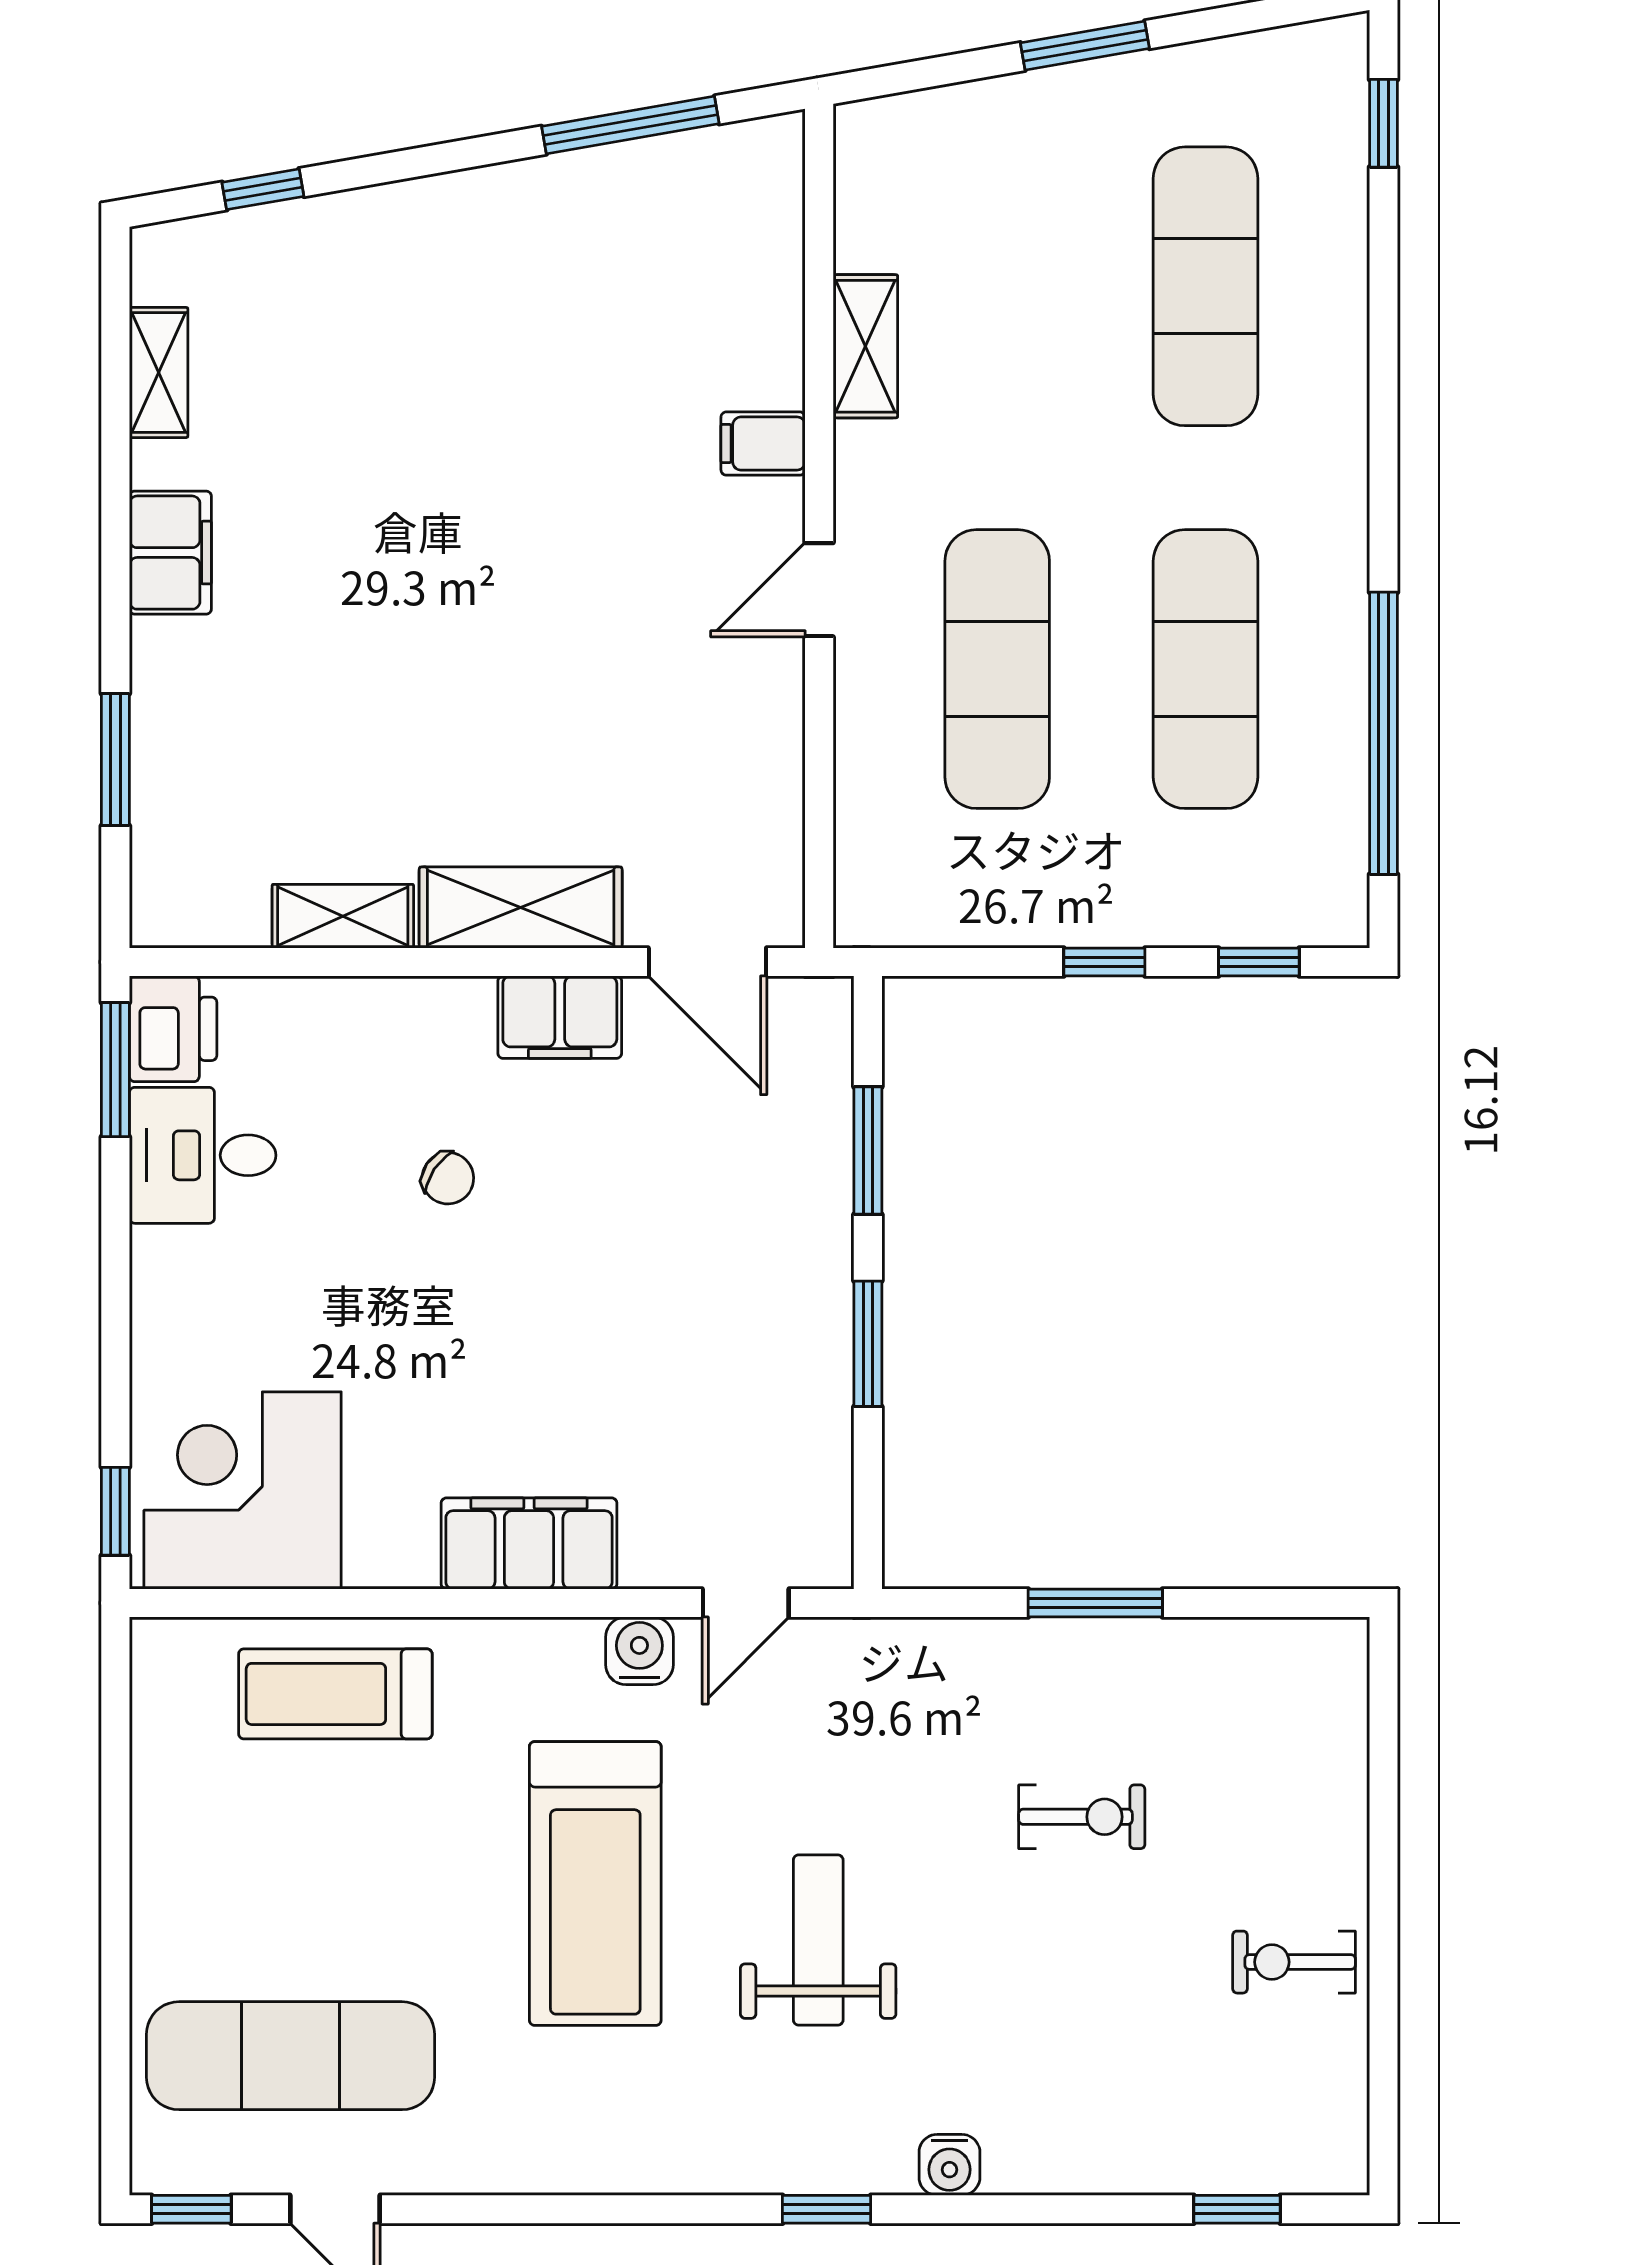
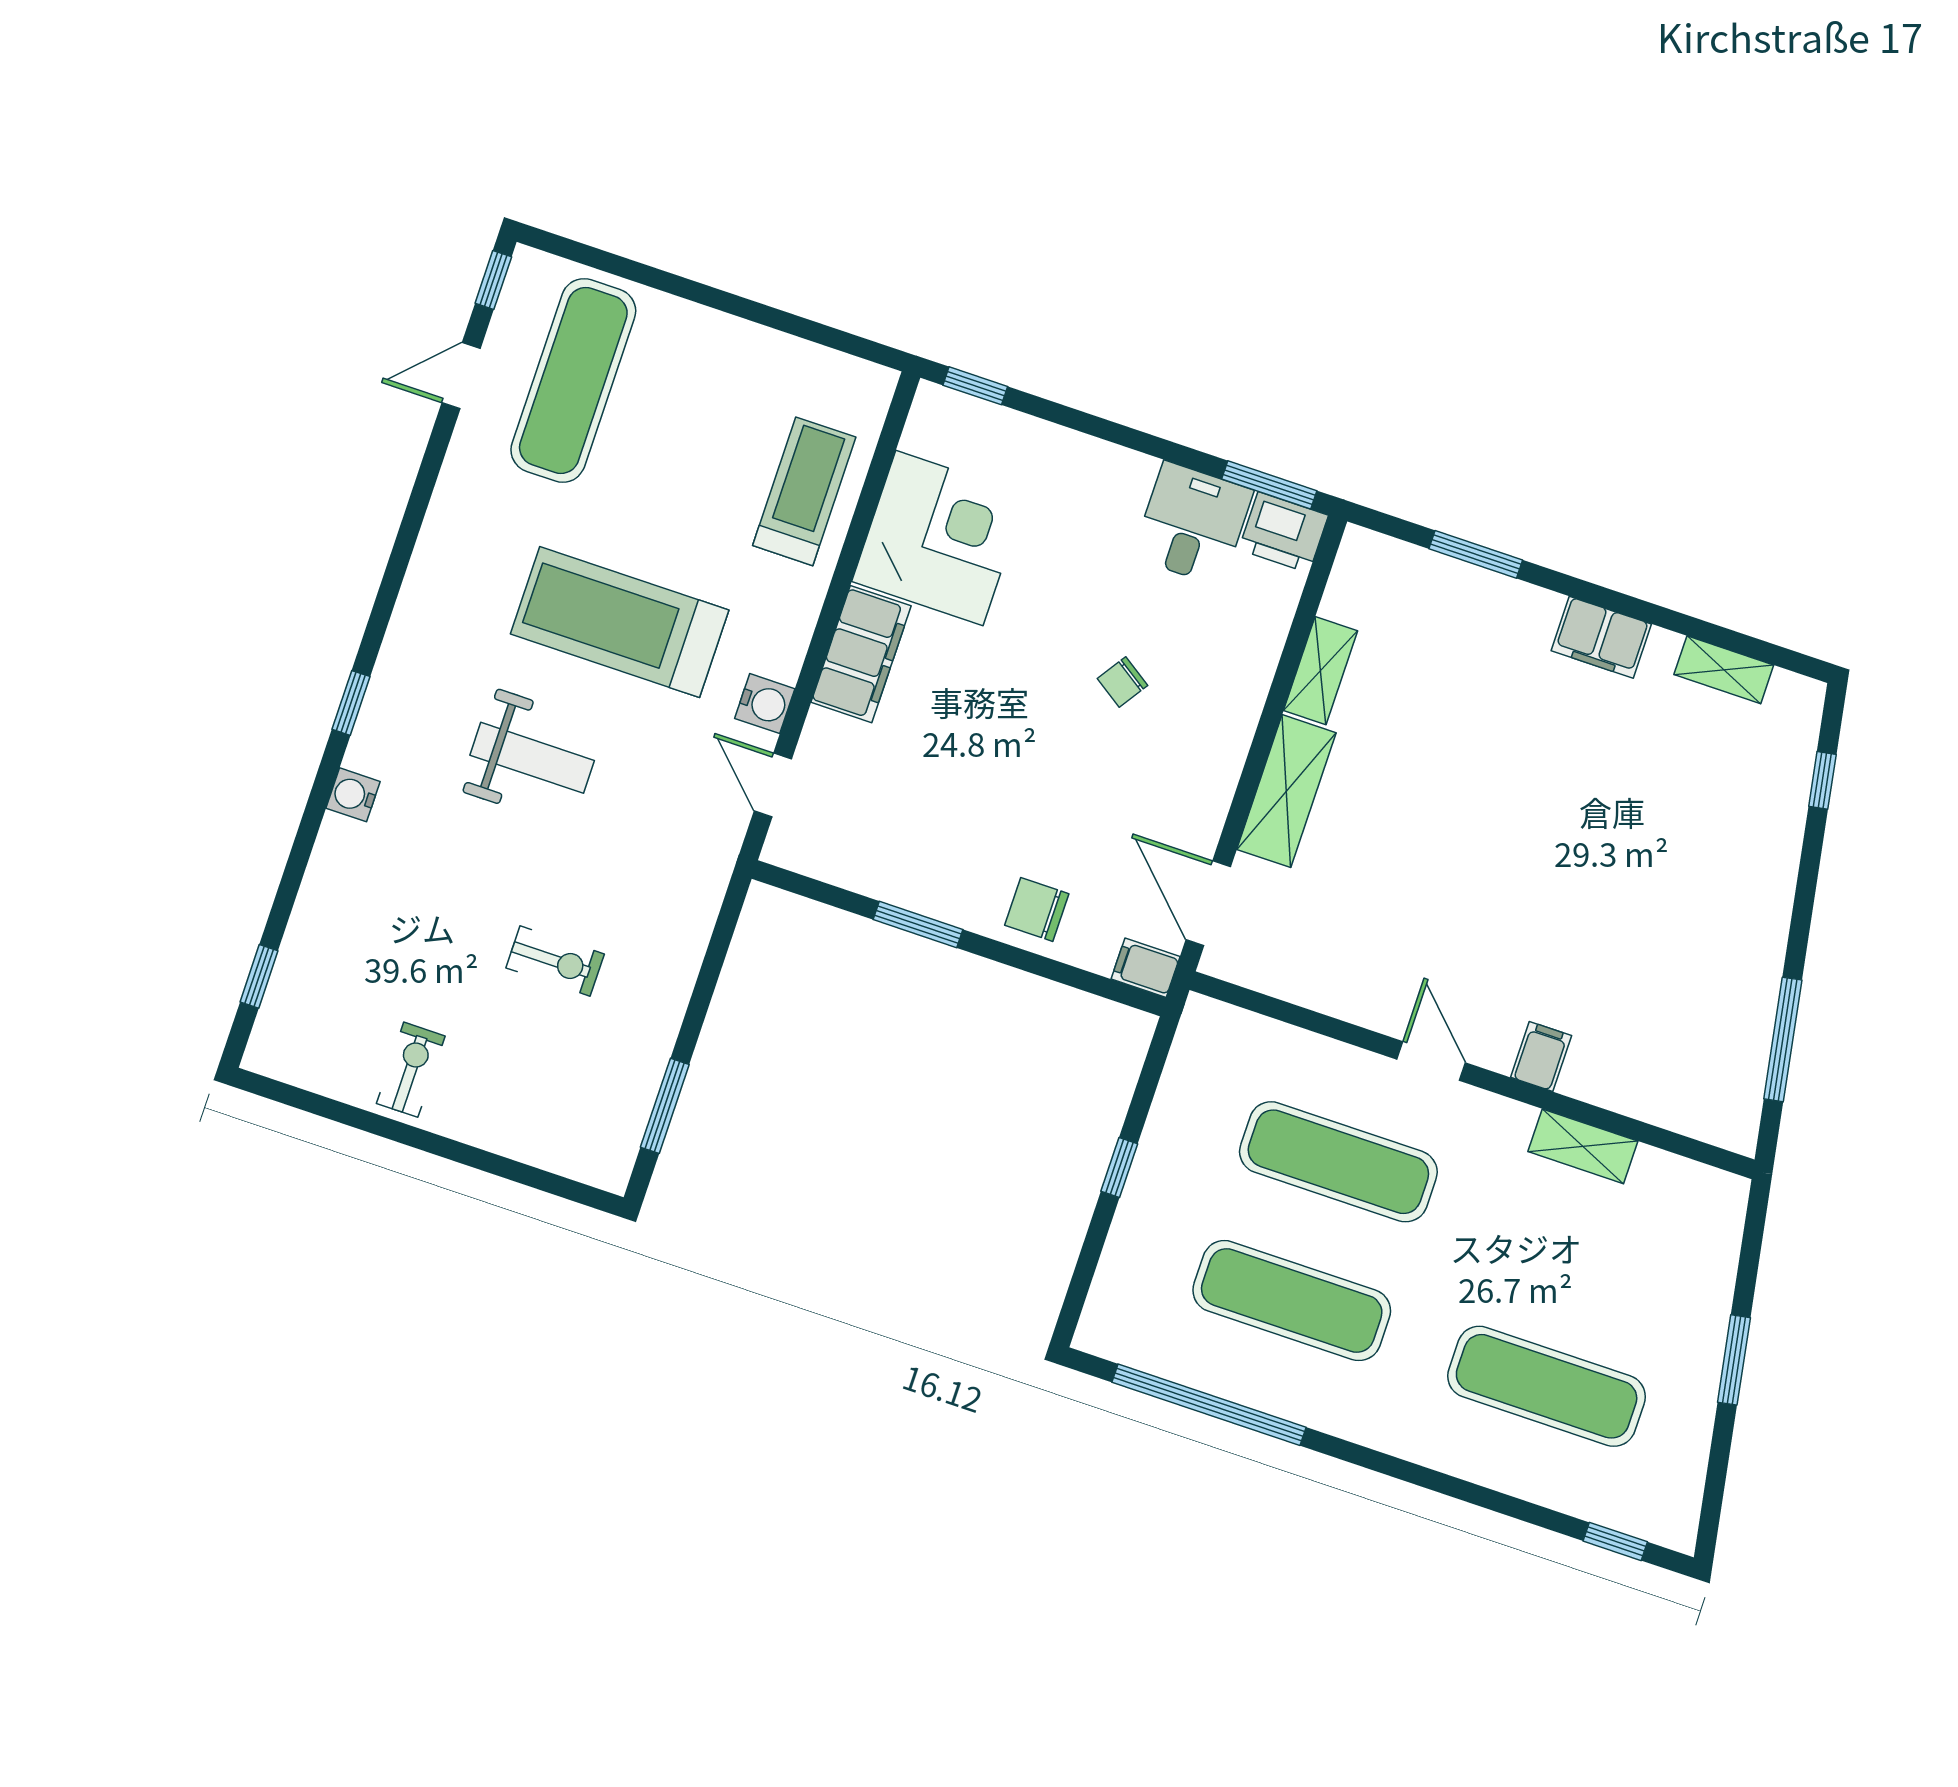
door: (707, 962) -> (1208, 903), hinge flipped
window: (1259, 962) -> (1085, 1270), removed
filing cabinet: (560, 1017) -> (1146, 968), moved, width x0.50
window: (868, 1151) -> (1047, 968), removed
chair: (794, 1191) -> (1037, 909), added
corner desk: (243, 1490) -> (939, 538), moved
window: (1095, 1603) -> (665, 1106), moved
exercise bike: (1082, 1817) -> (555, 961), turned -90

